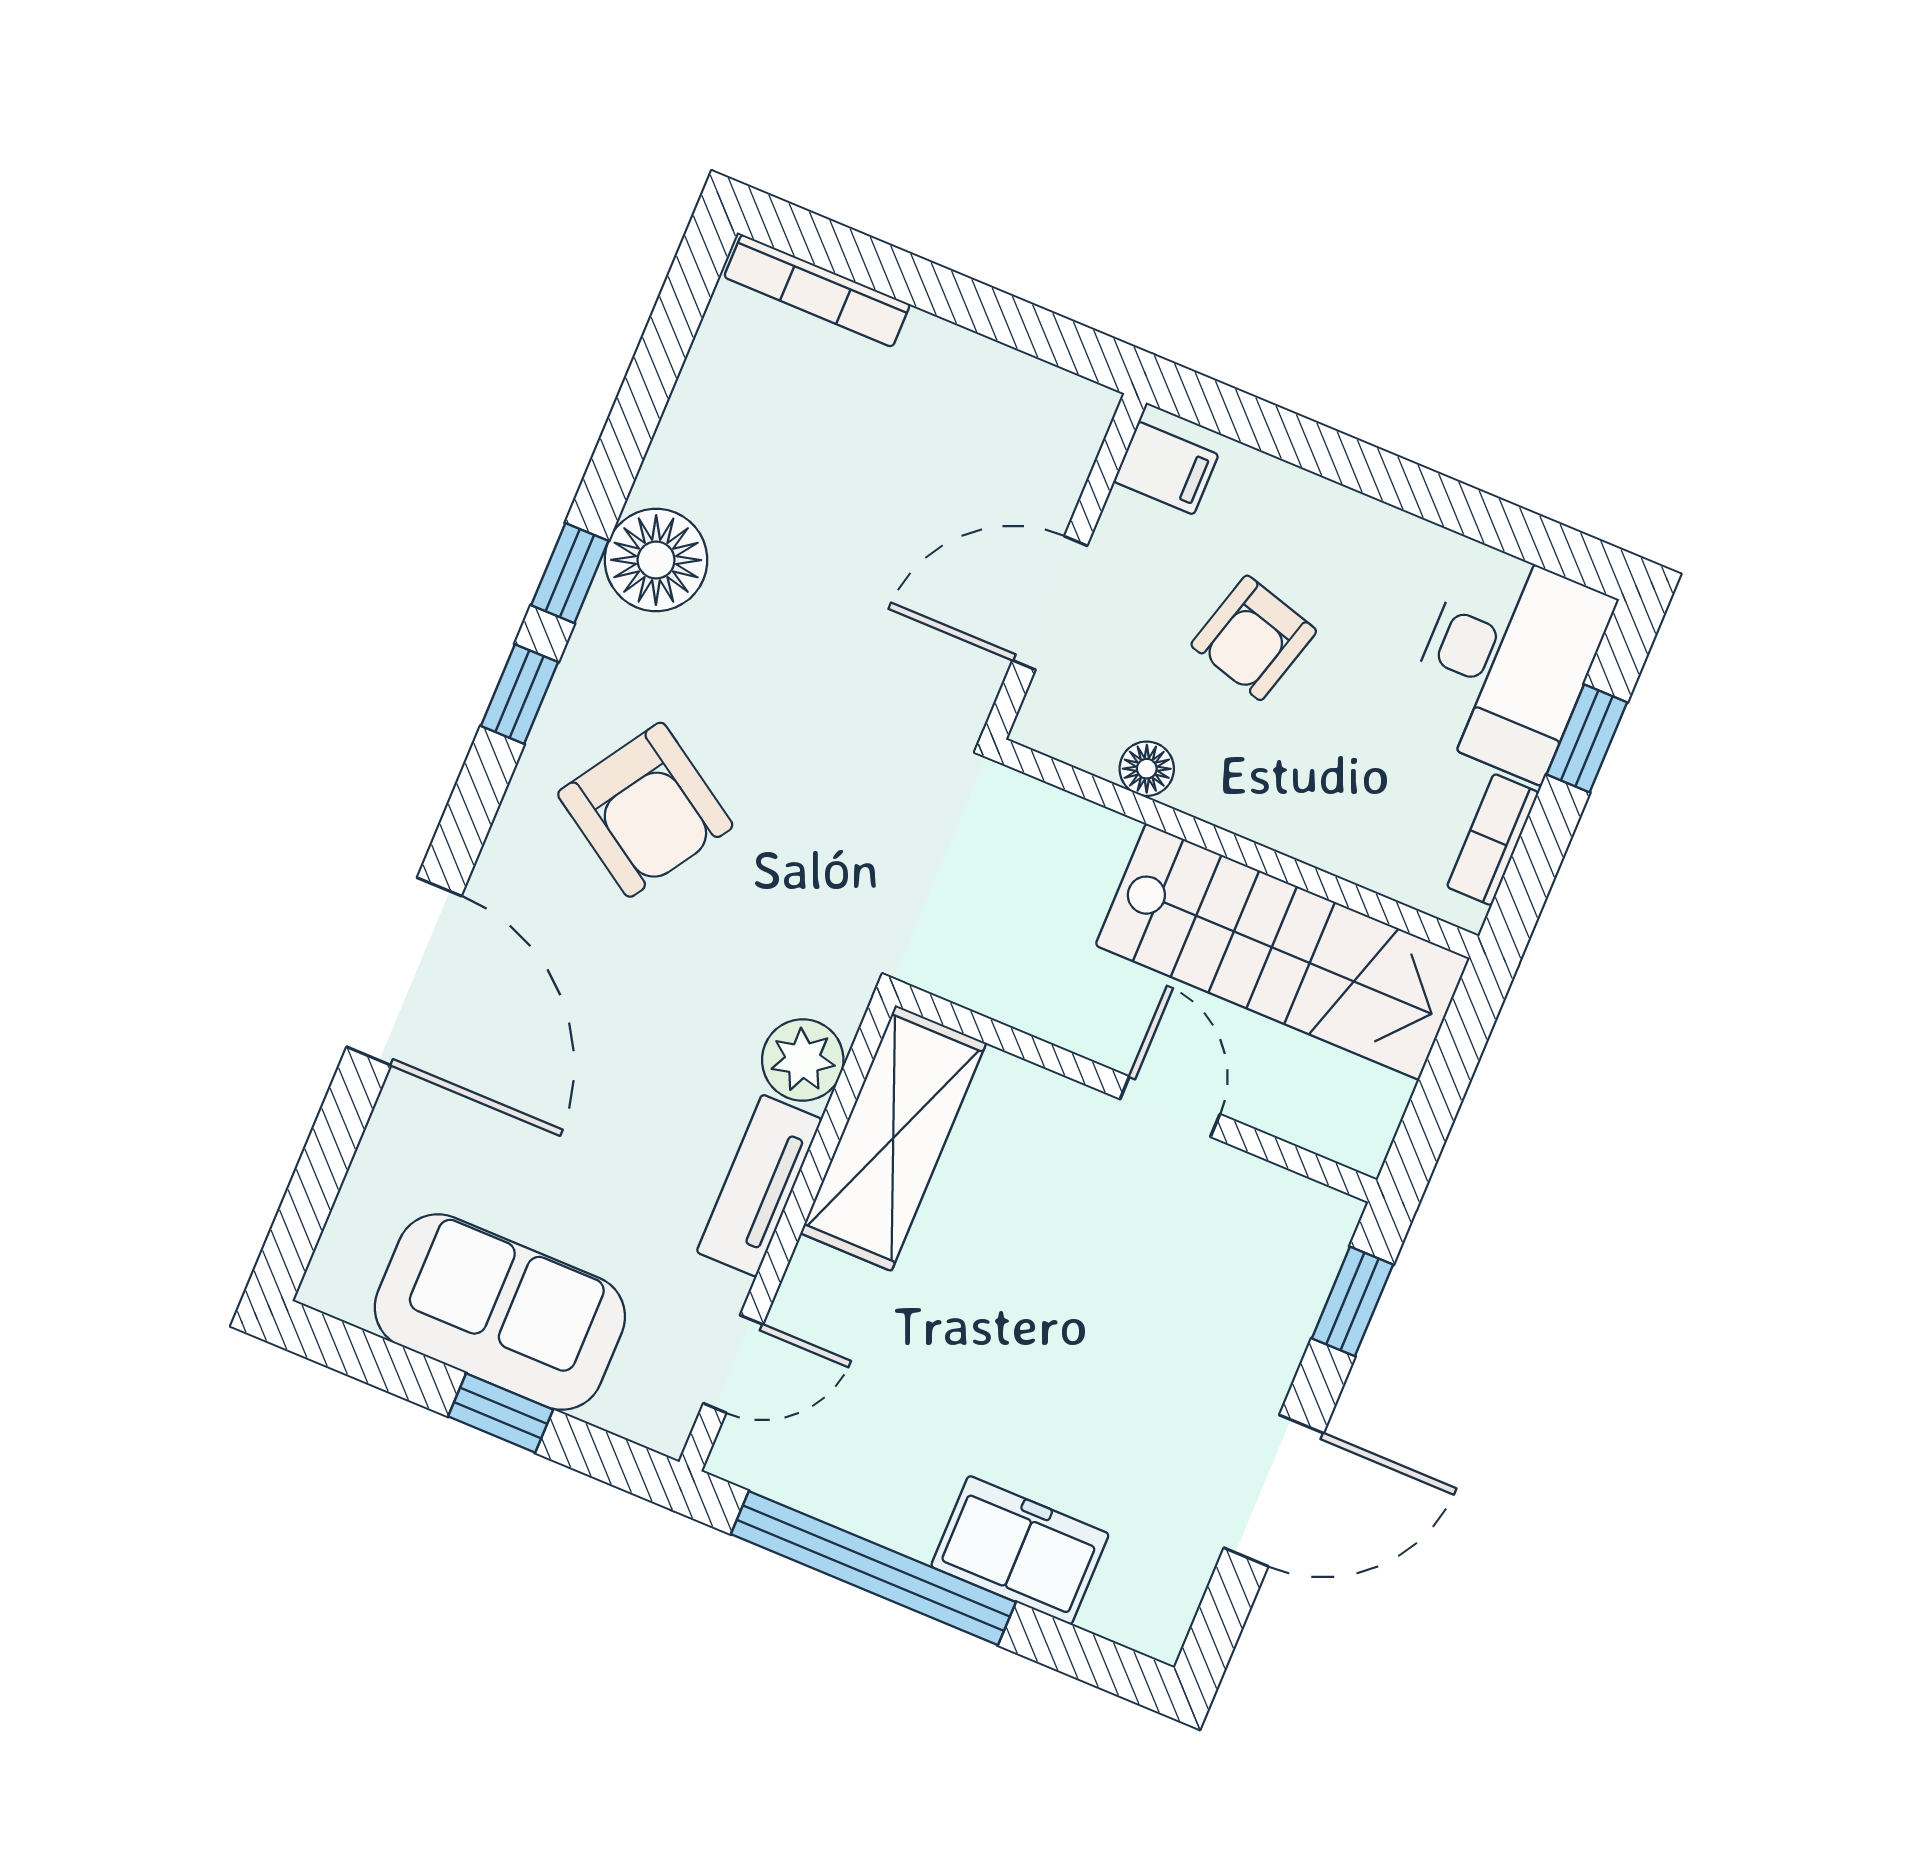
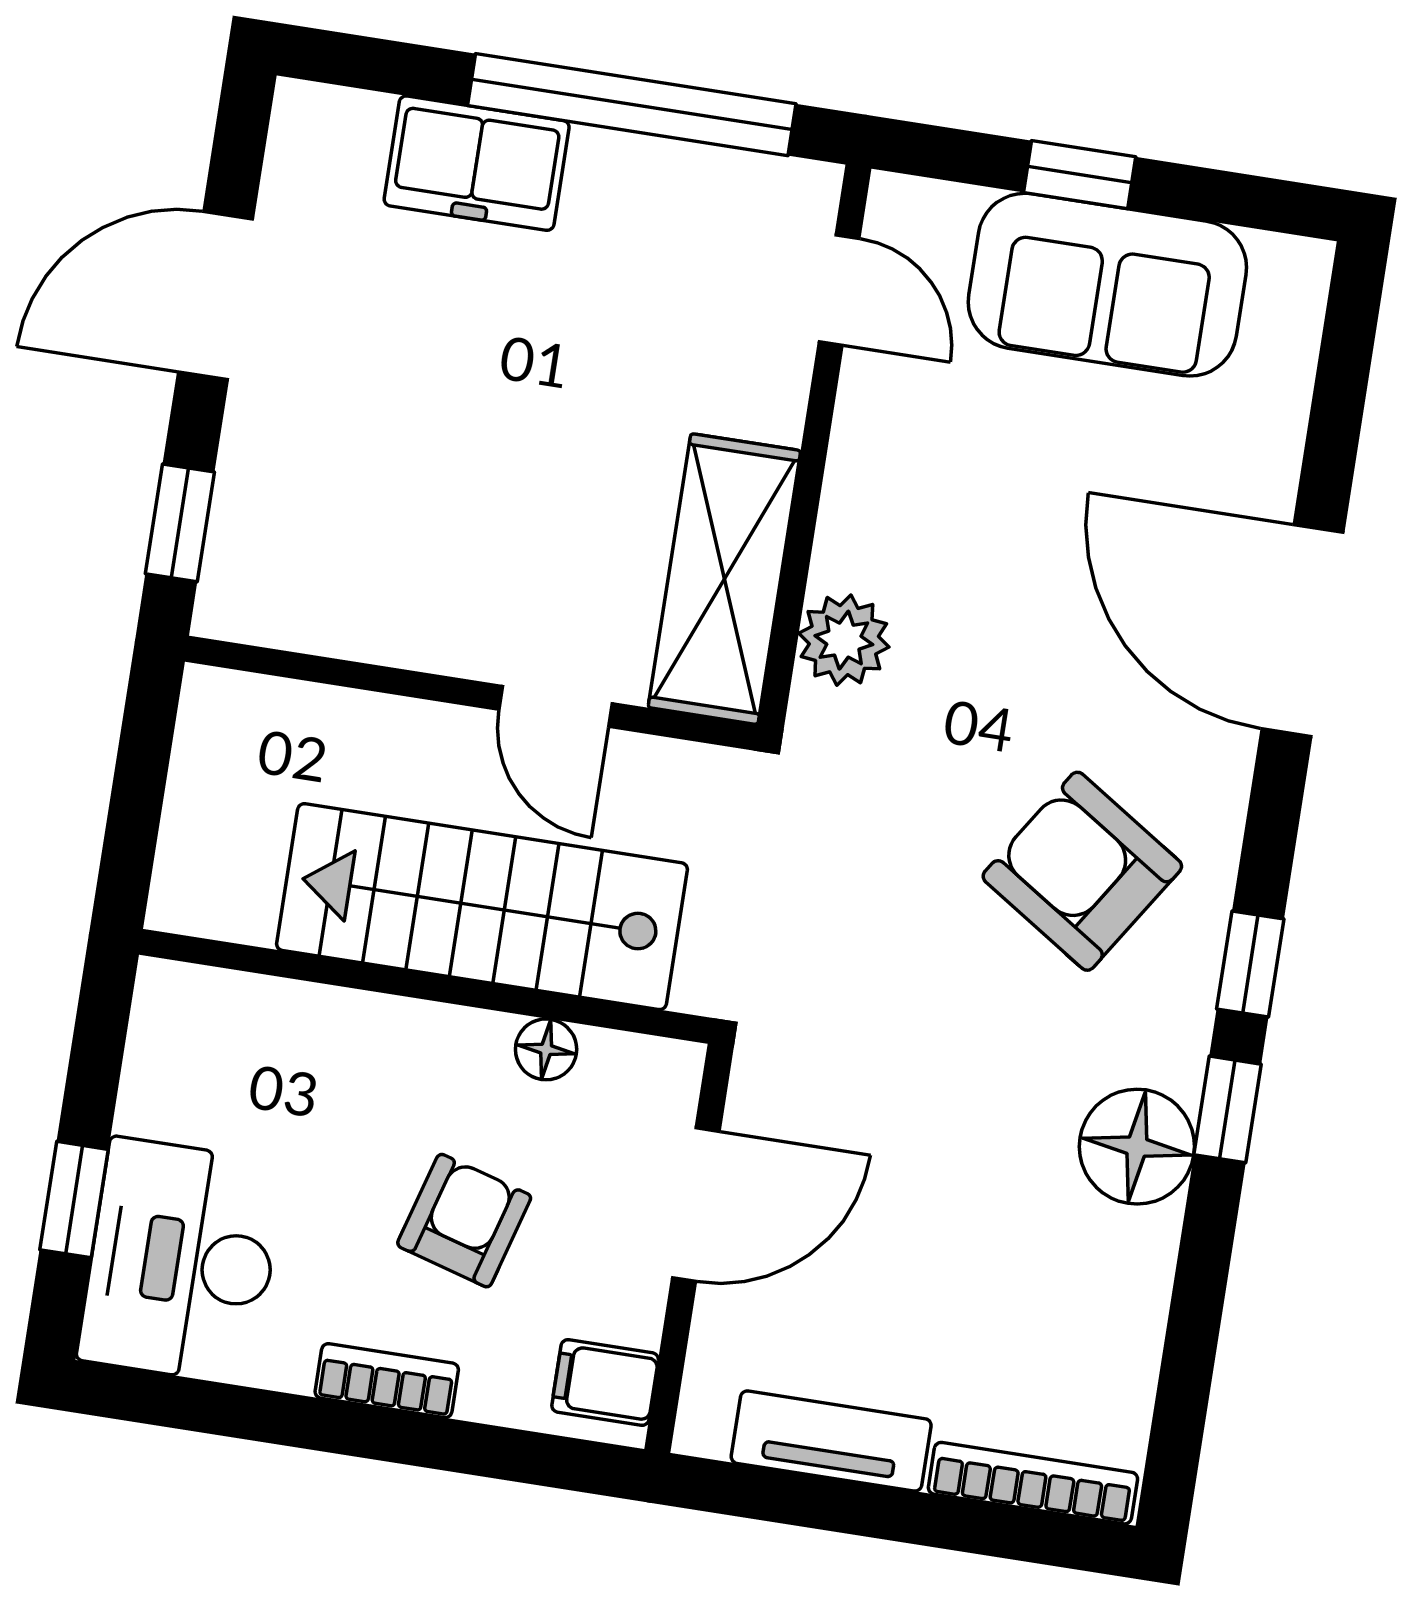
bookcase: (1493, 840) -> (387, 1381), moved, turned -90
stairs: (1283, 952) -> (482, 907), moved
door: (1170, 1107) -> (556, 706), moved
tv unit: (759, 1186) -> (831, 1441), moved, turned -90
door: (733, 1364) -> (839, 290), swing flipped

